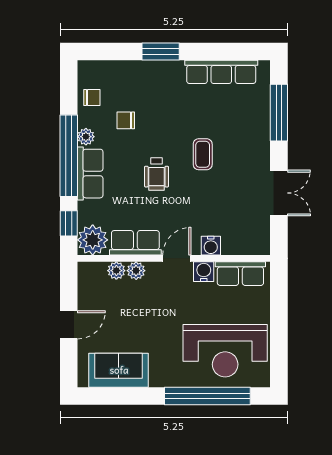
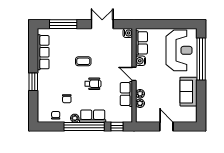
plant: (93, 240) -> (125, 115), removed
water cooler: (211, 246) -> (128, 33), moved
sofa: (119, 370) -> (188, 92), moved

